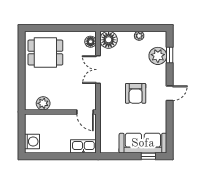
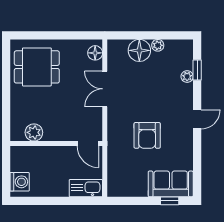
floor lamp: (109, 40) -> (139, 50), moved
plant: (158, 56) -> (187, 77), width x0.53, depth x0.53
armchair: (136, 93) -> (147, 135), moved
sofa: (143, 143) -> (171, 184), width x0.73

